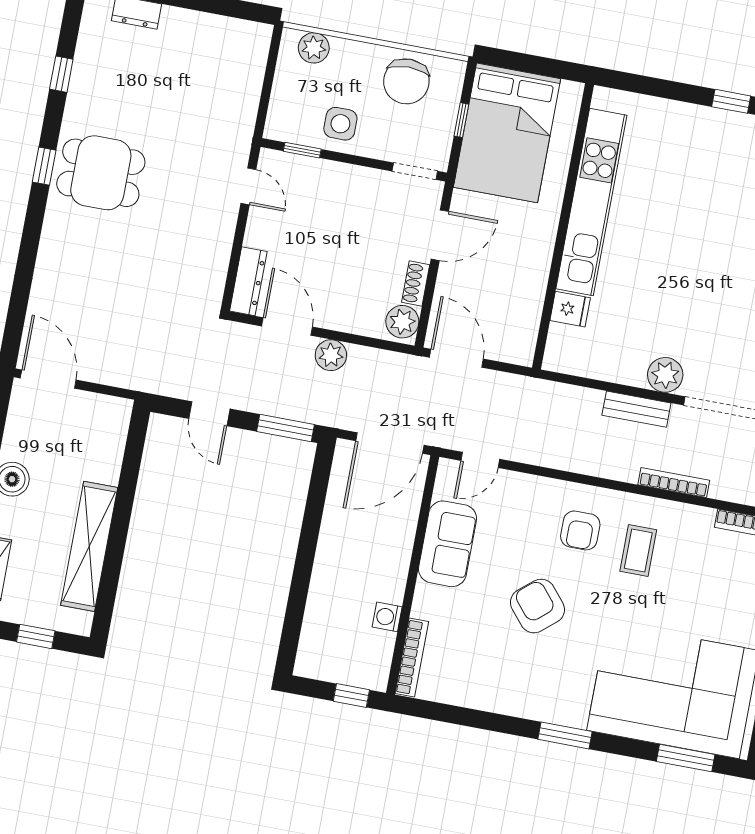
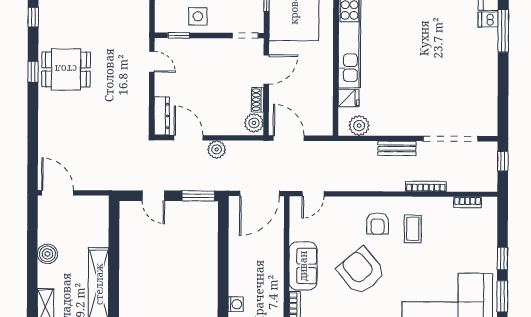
plant: (665, 375) -> (359, 126), moved
sofa: (448, 544) -> (303, 266), moved
armchair: (537, 606) -> (361, 271), width x1.36, depth x1.36
washing machine: (387, 617) -> (236, 304), moved, turned 180

